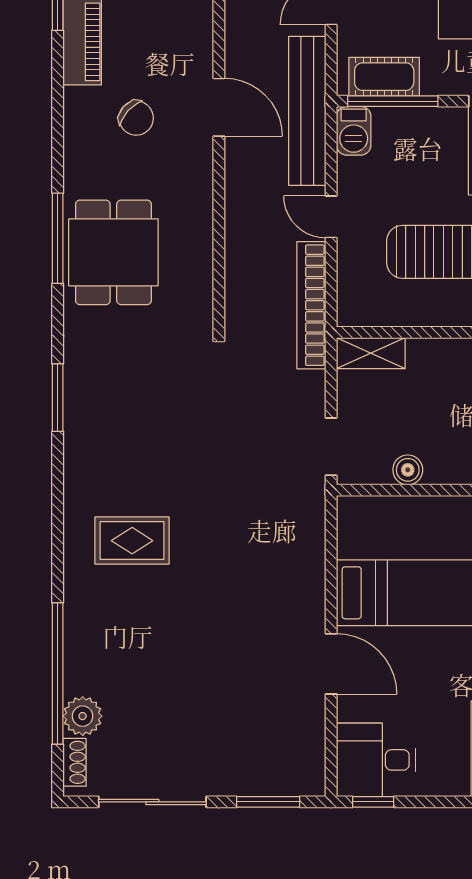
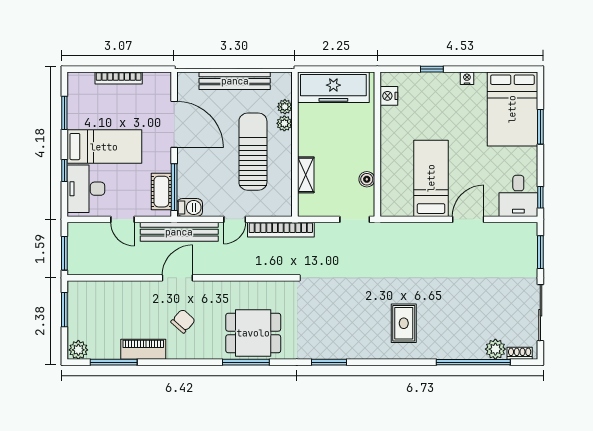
shelving: (371, 353) -> (306, 175), moved

